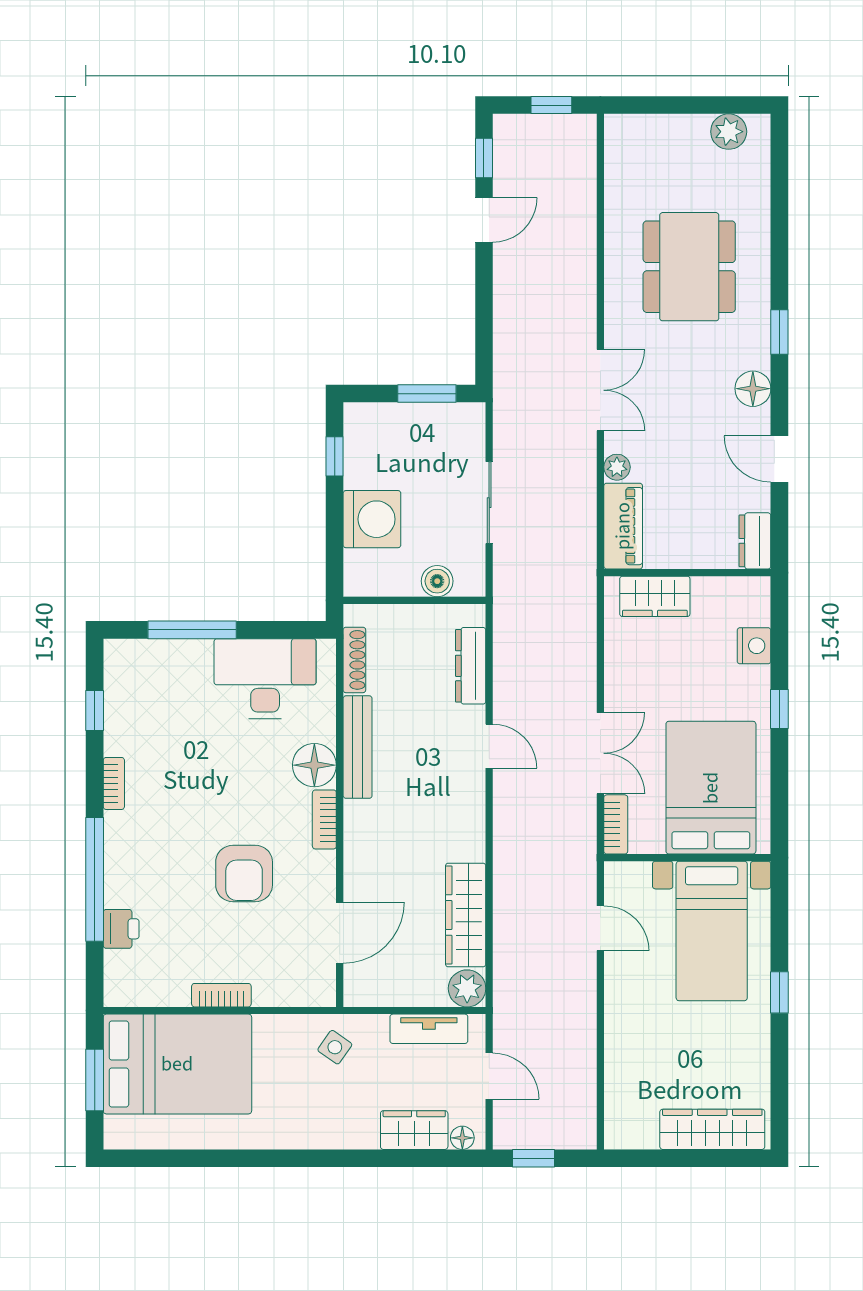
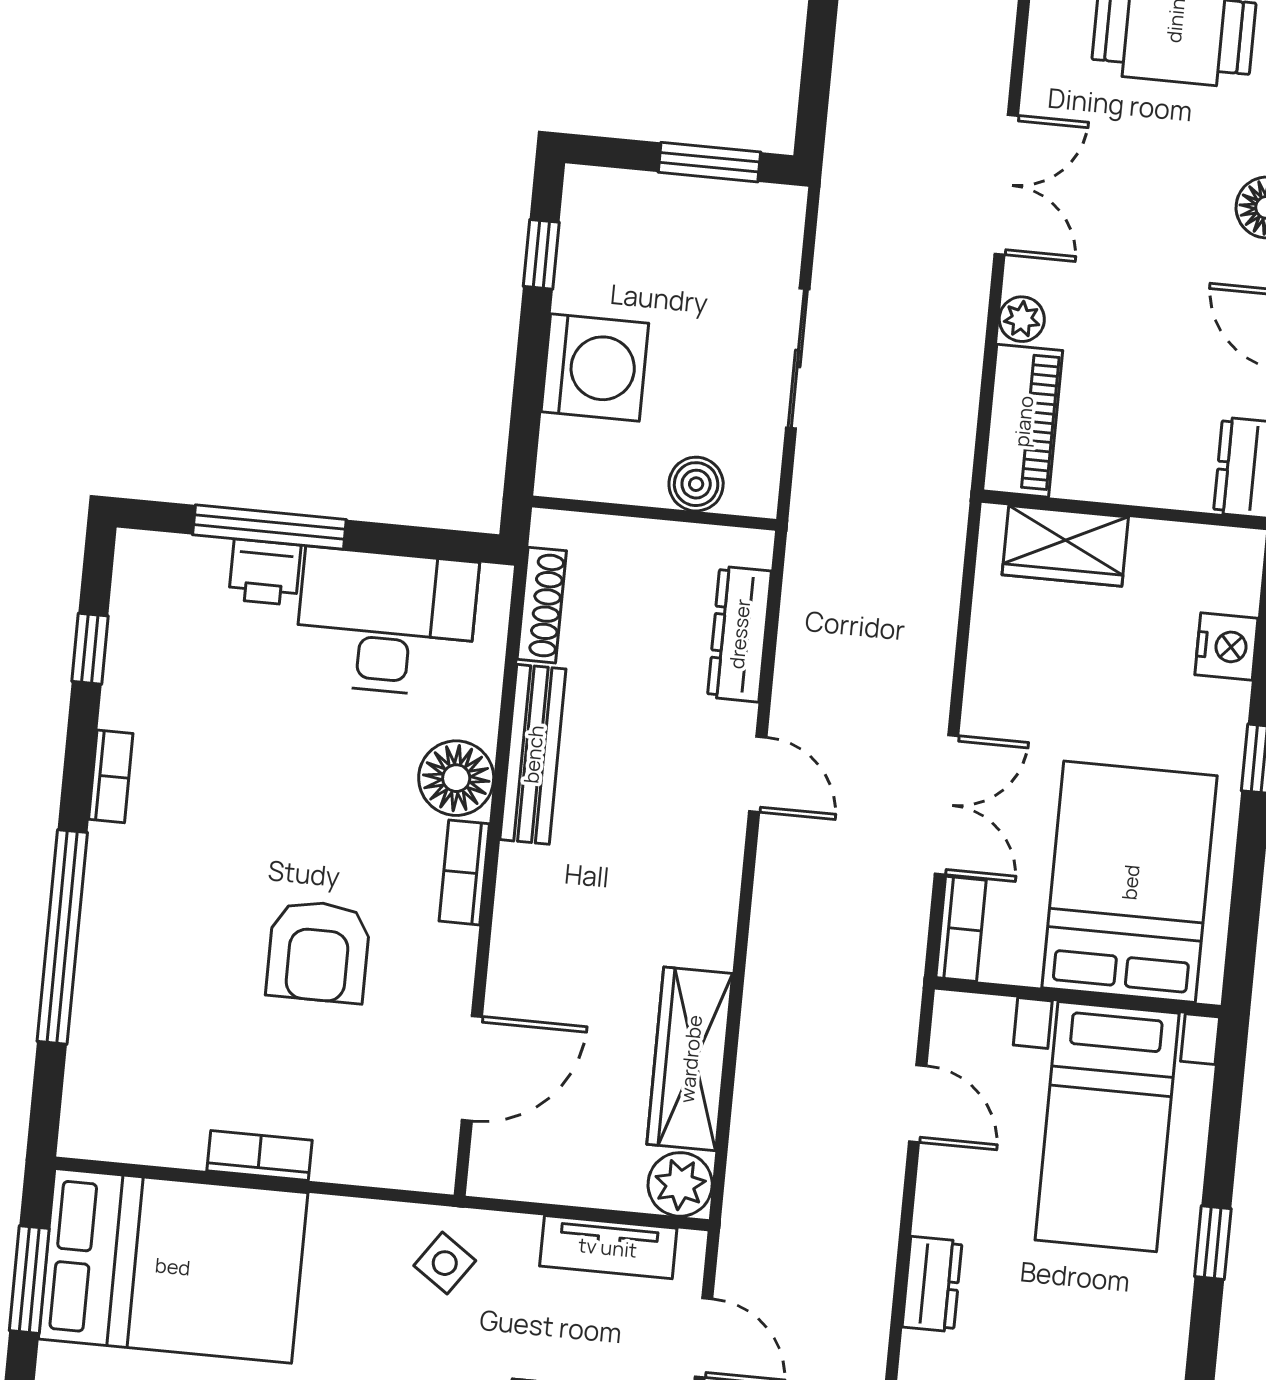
printer: (121, 929) -> (265, 572), moved, turned 90
dresser: (619, 1032) -> (932, 1284), added

